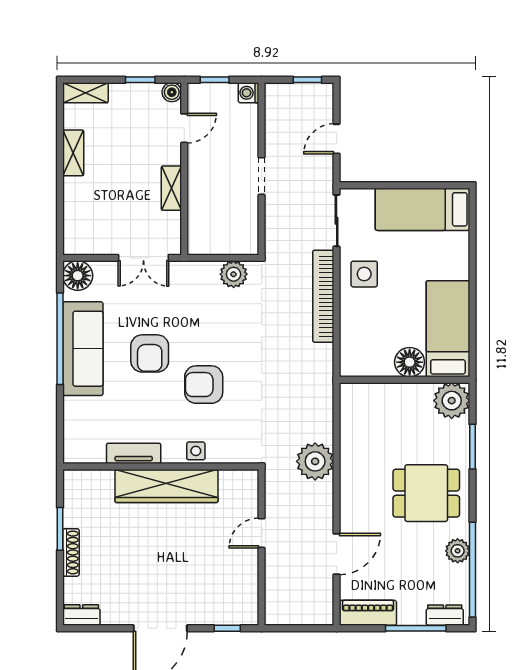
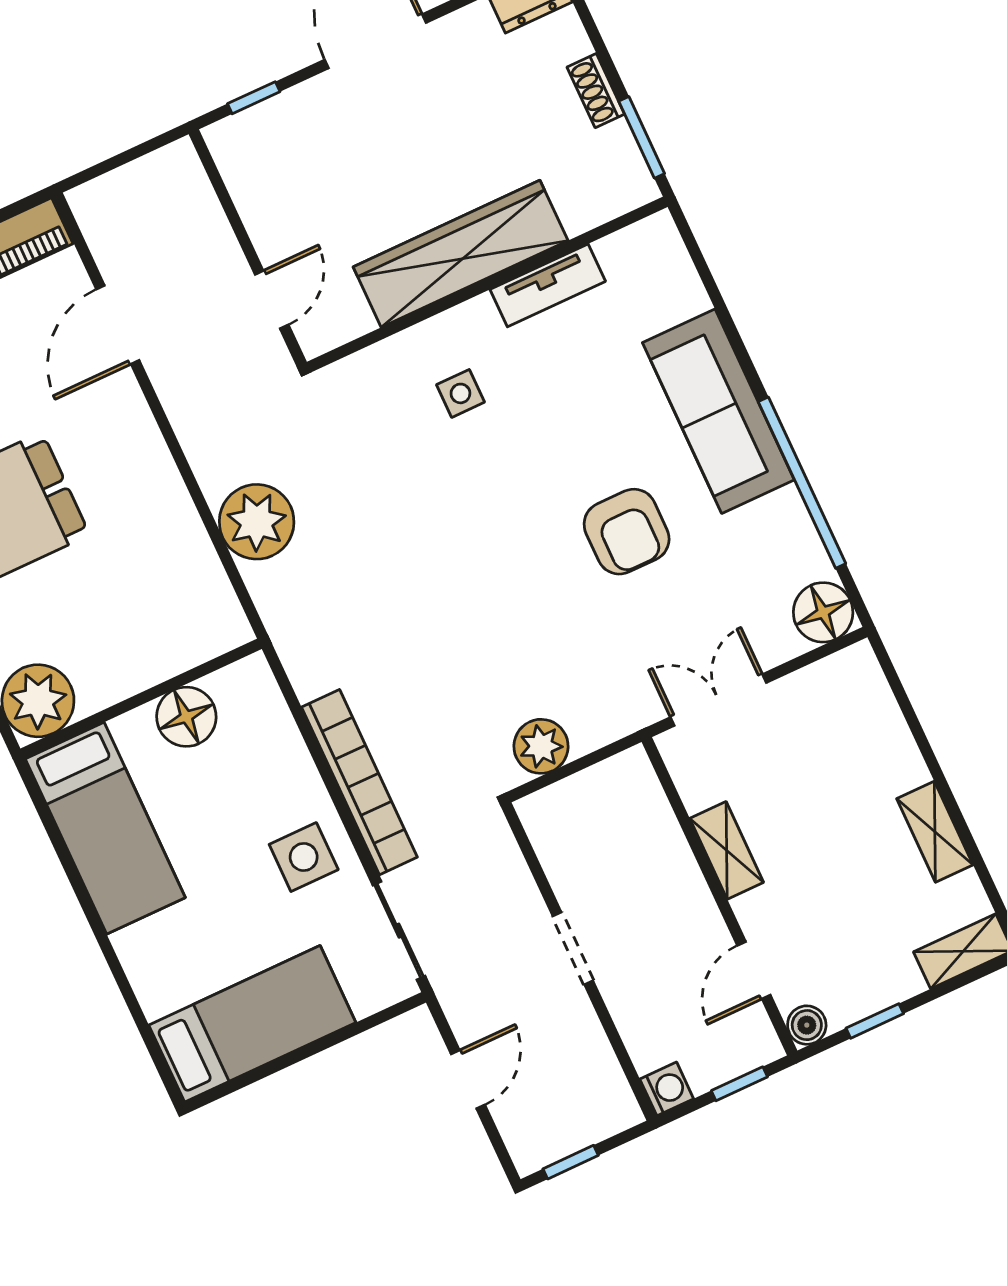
sofa: (83, 349) -> (718, 411), moved
armchair: (150, 353) -> (627, 532), turned 180
floor lamp: (410, 362) -> (186, 717), moved
armchair: (204, 385) -> (502, 521), removed
tv unit: (134, 453) -> (548, 285), moved
plant: (315, 461) -> (257, 522), moved
wall: (161, 467) -> (487, 284), moved
wardrobe: (166, 486) -> (461, 254), moved
shoe rack: (71, 552) -> (596, 91), width x0.70

